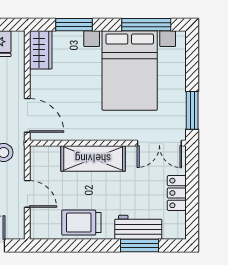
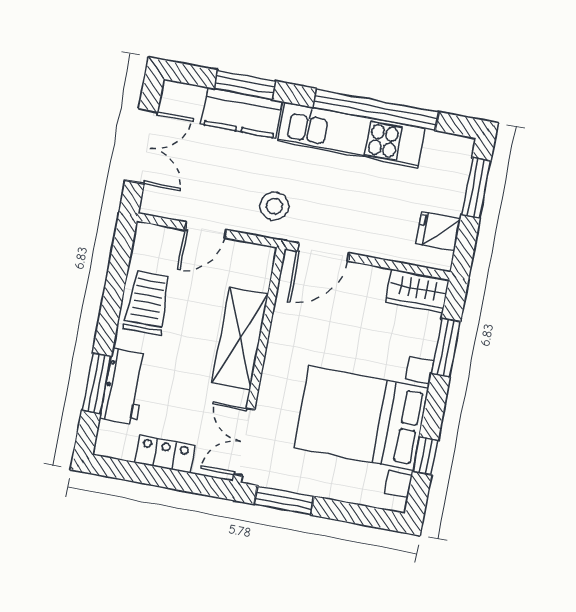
window: (146, 25) -> (425, 456), width x0.46

